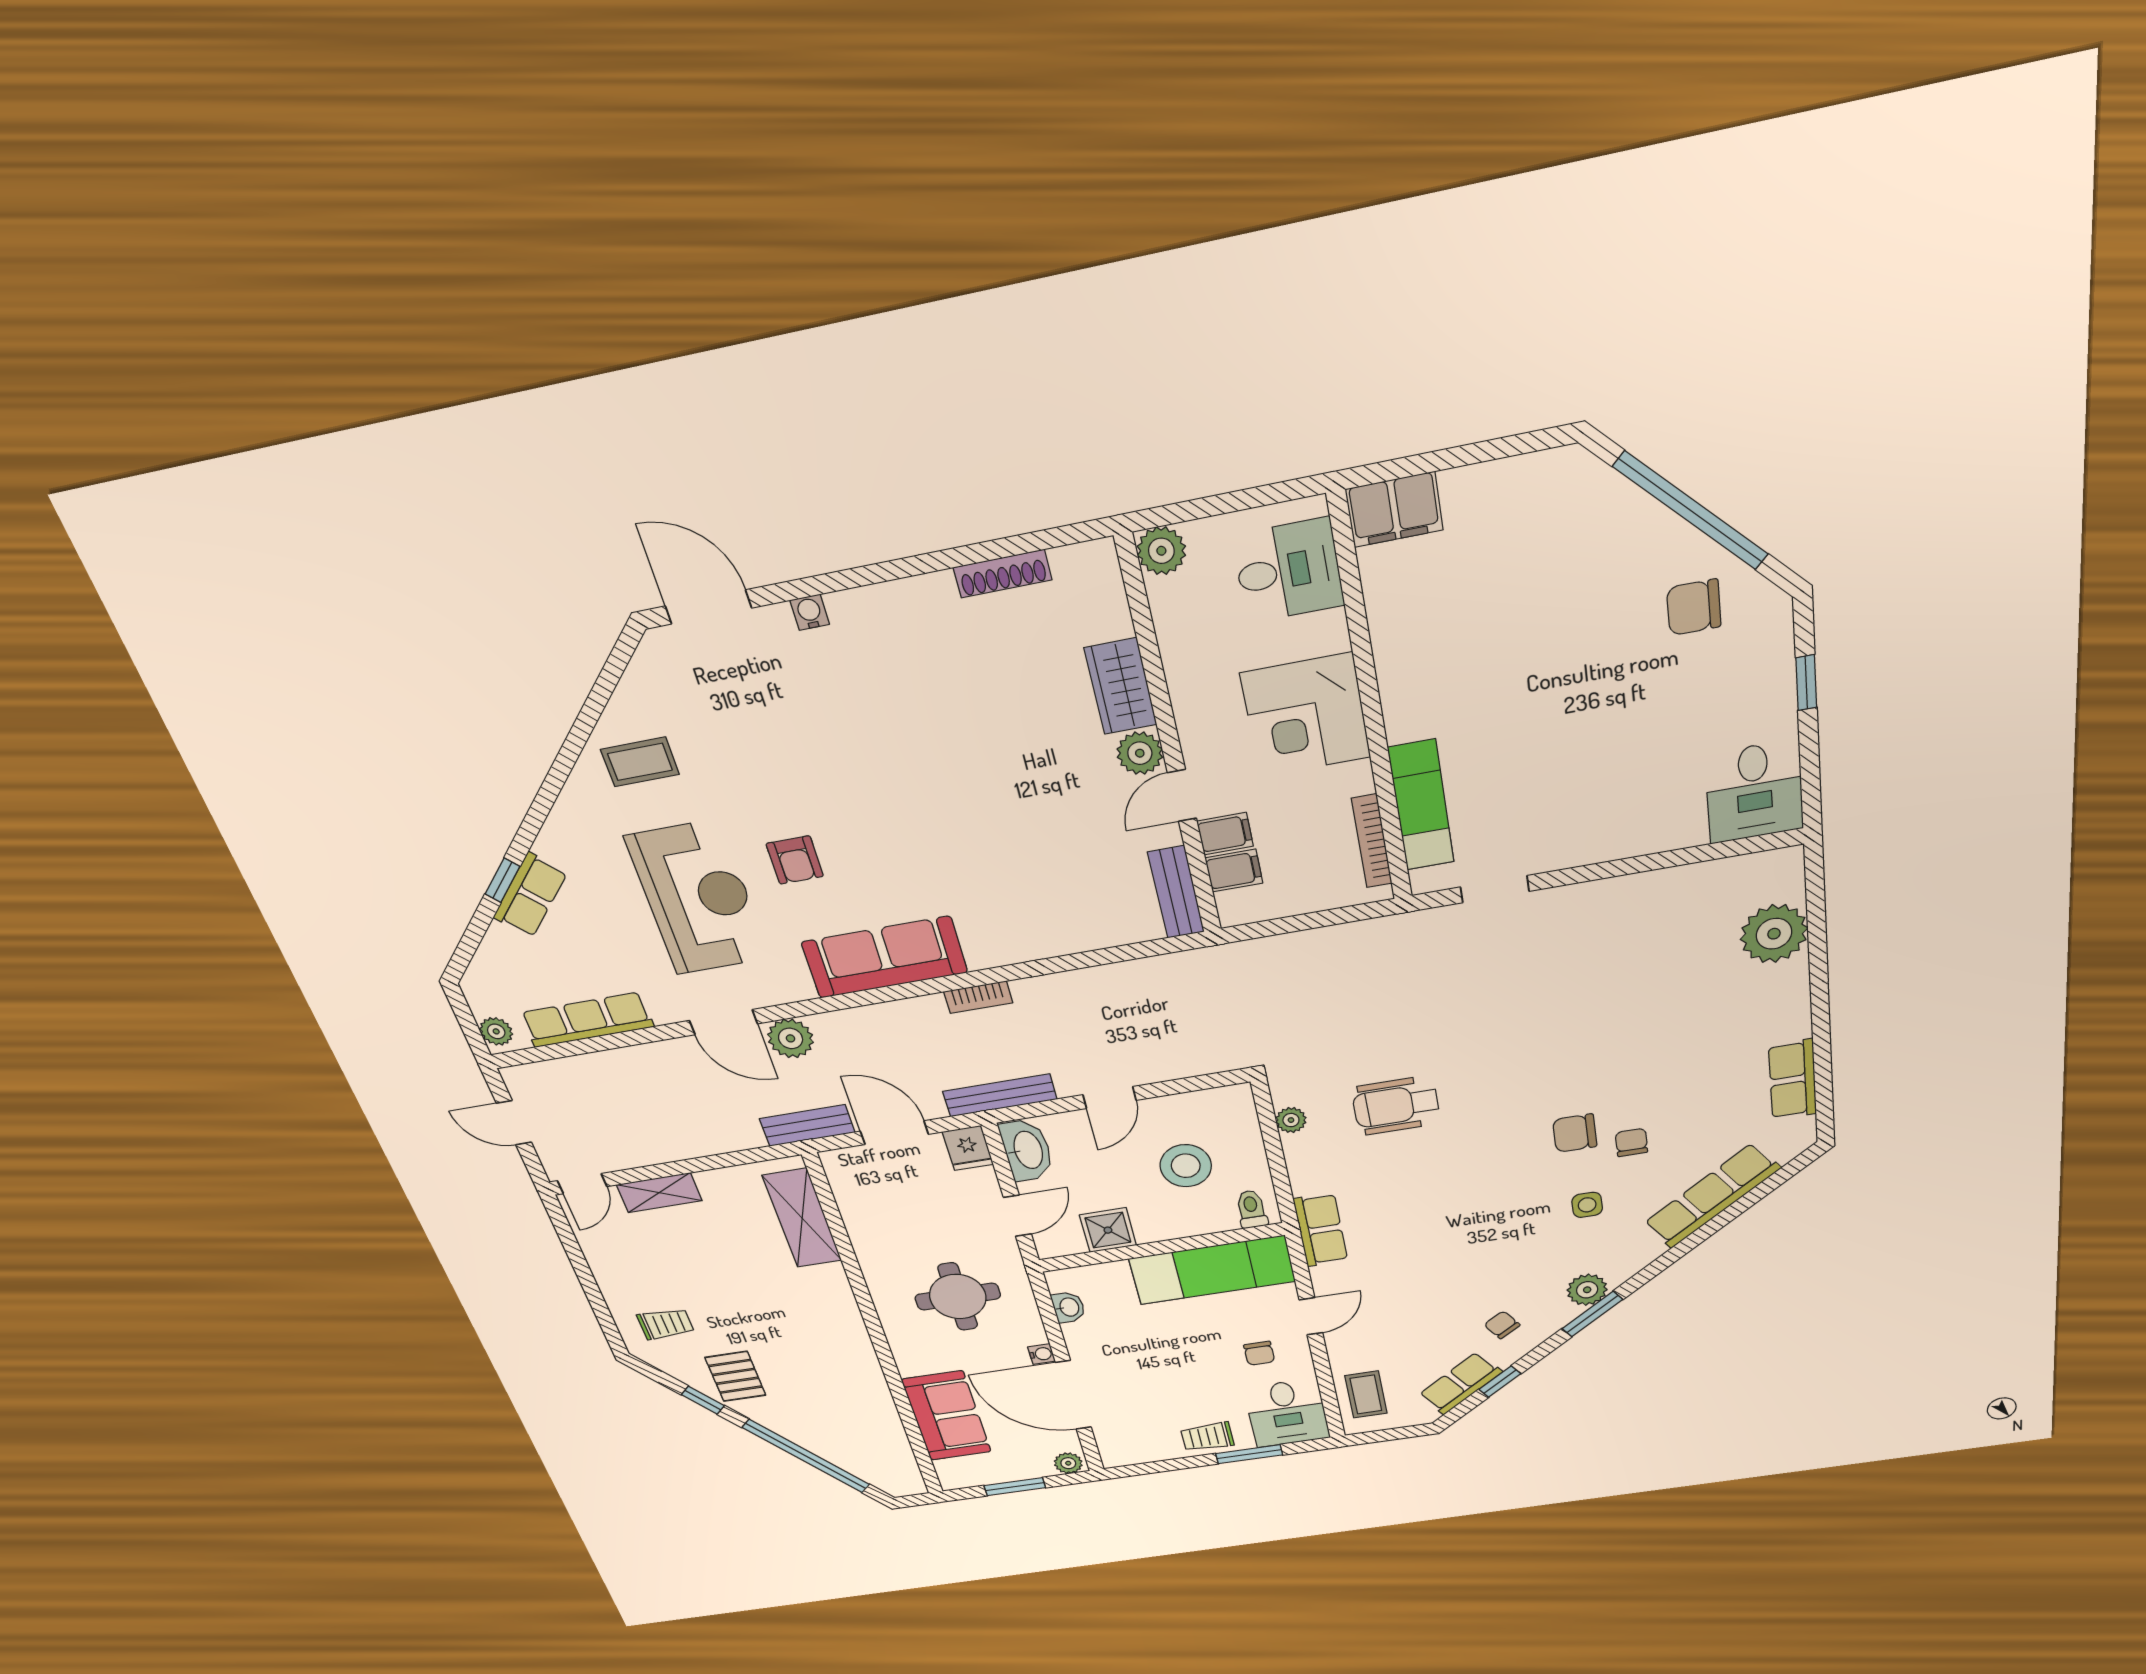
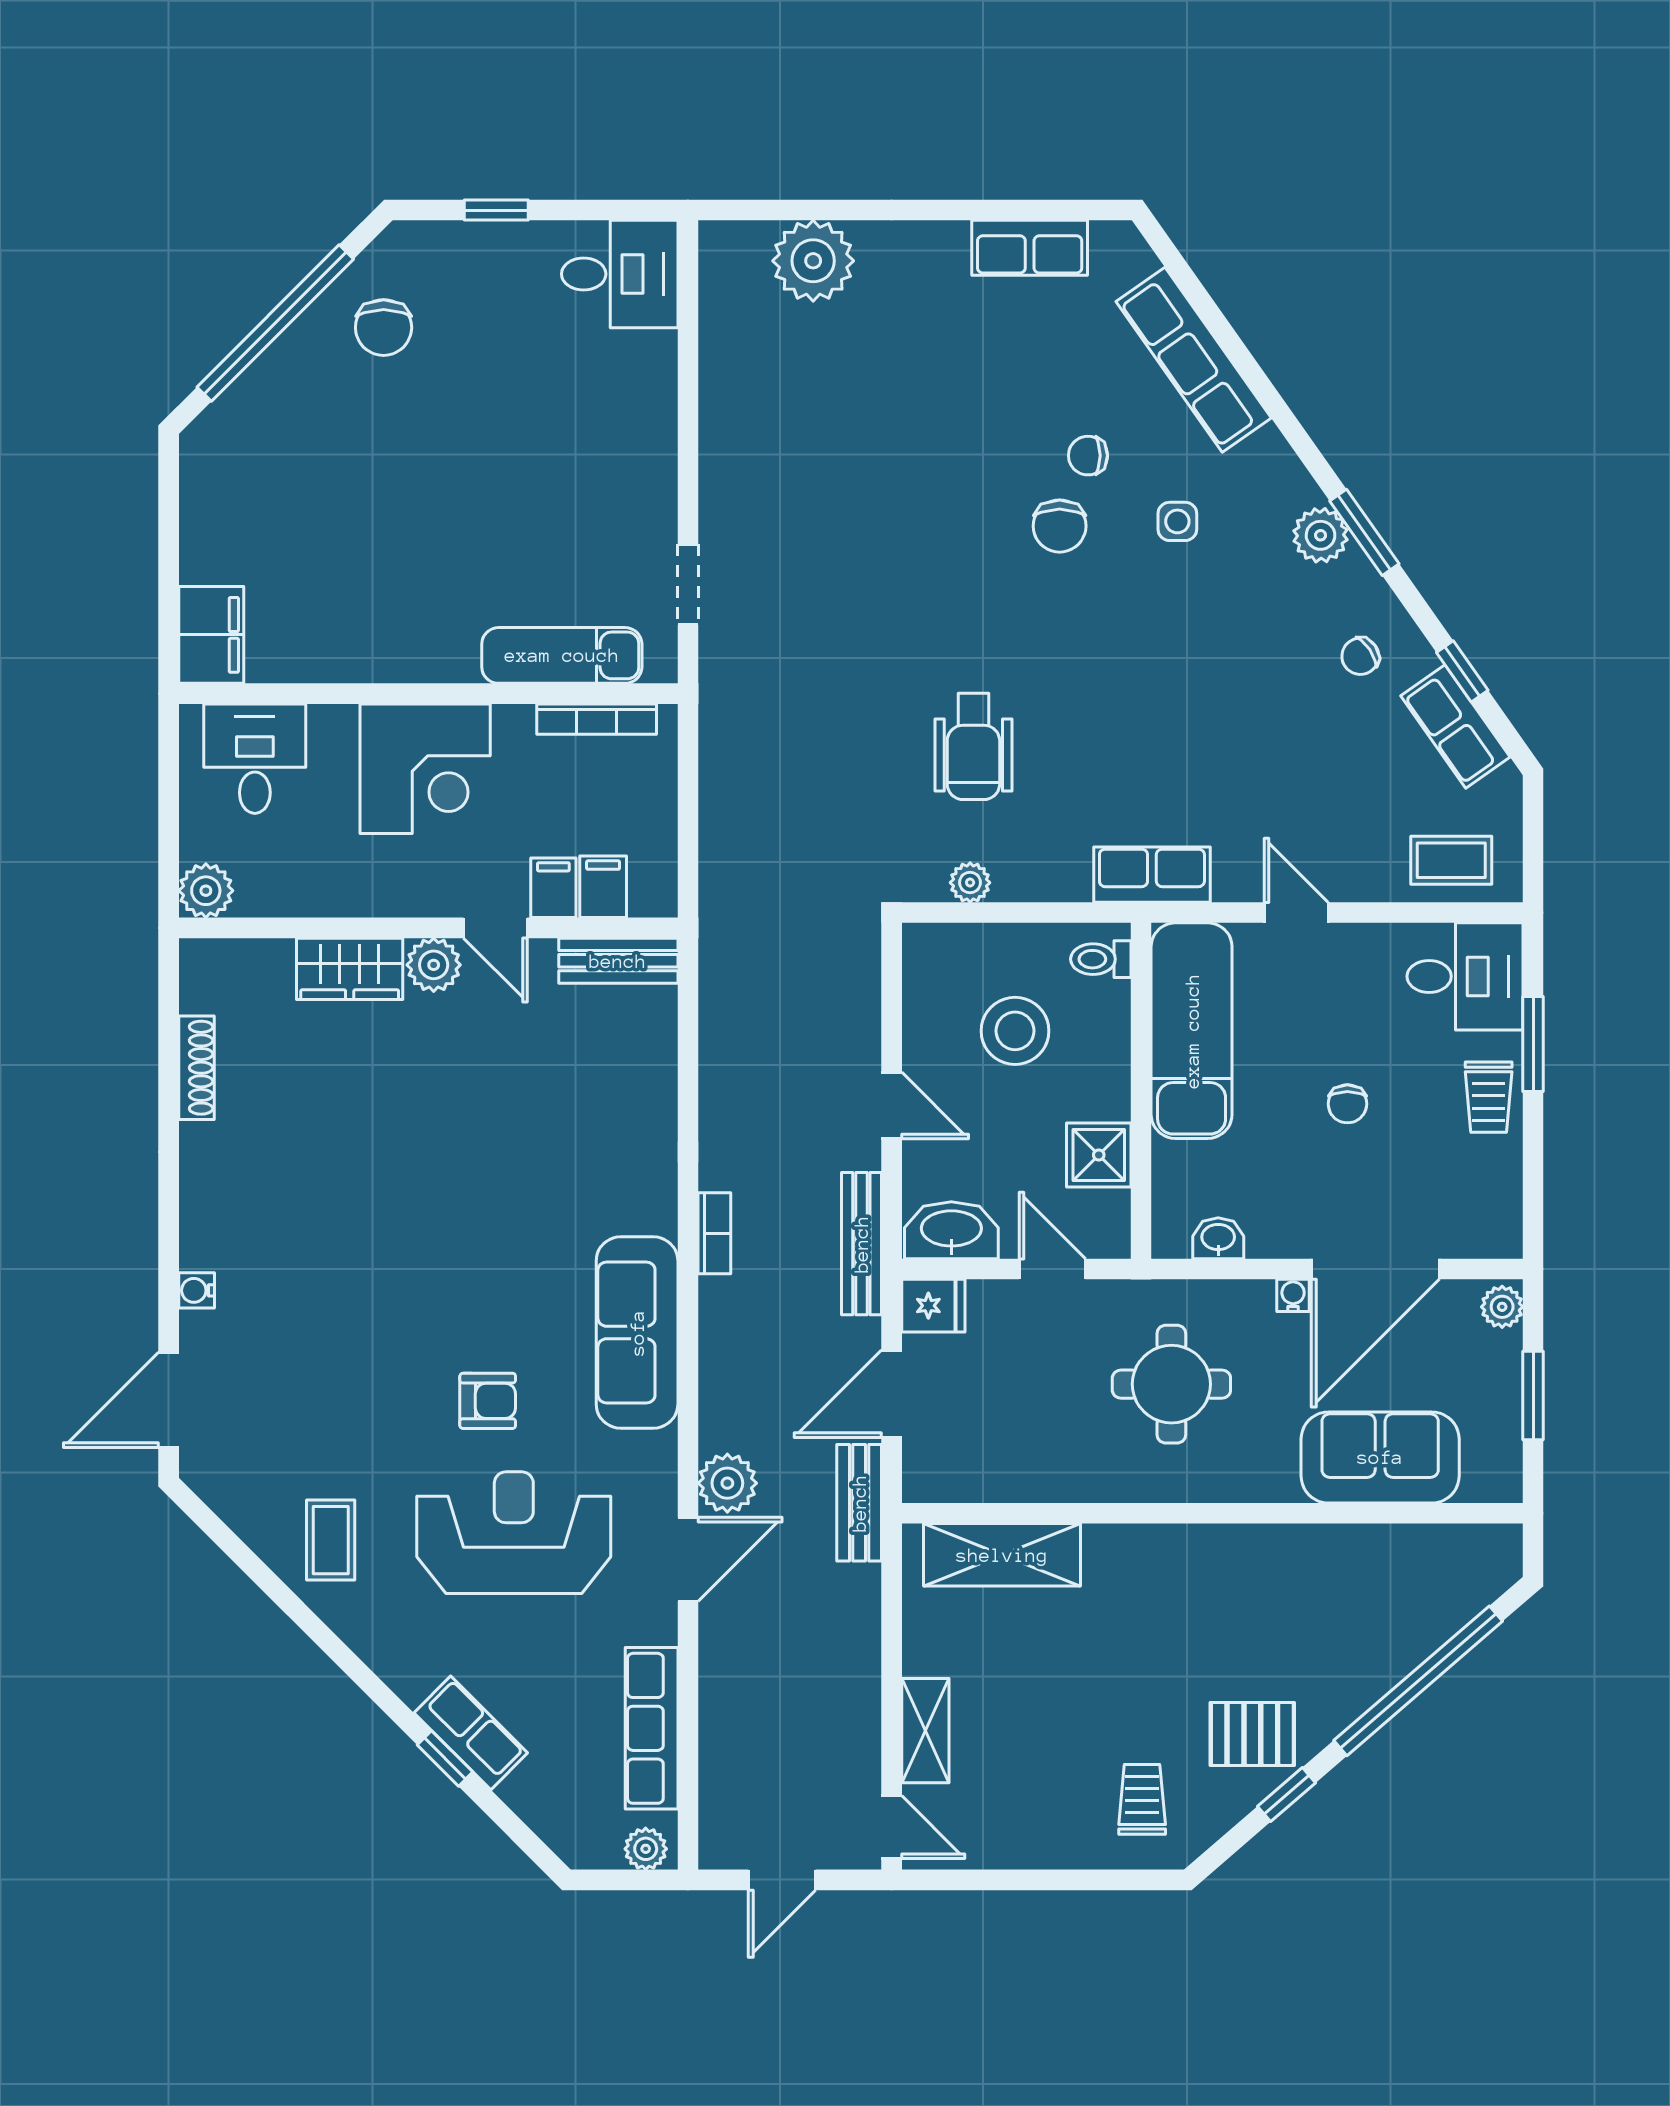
chair: (1259, 1353) -> (1347, 1104), moved, turned 90

